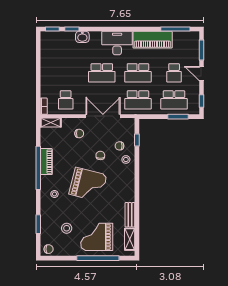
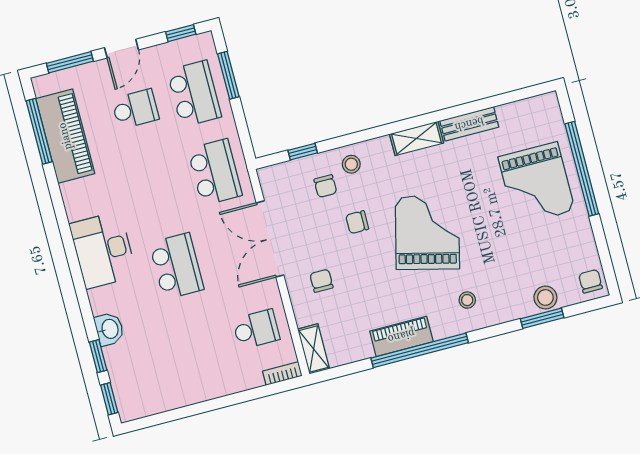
piano: (153, 40) -> (65, 136), moved
school desk: (138, 73) -> (156, 188), removed
stool: (67, 228) -> (545, 298), moved
shelving: (130, 239) -> (416, 138), moved

